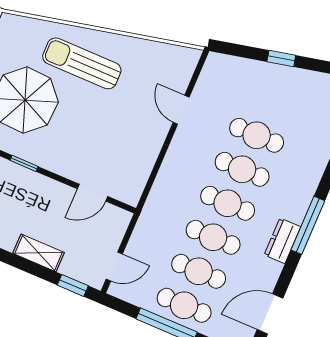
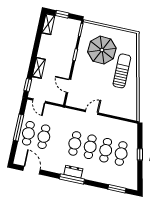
door: (181, 110) -> (92, 112), moved
cafe table: (213, 237) -> (121, 154), moved
dresser: (282, 241) -> (73, 172), moved

